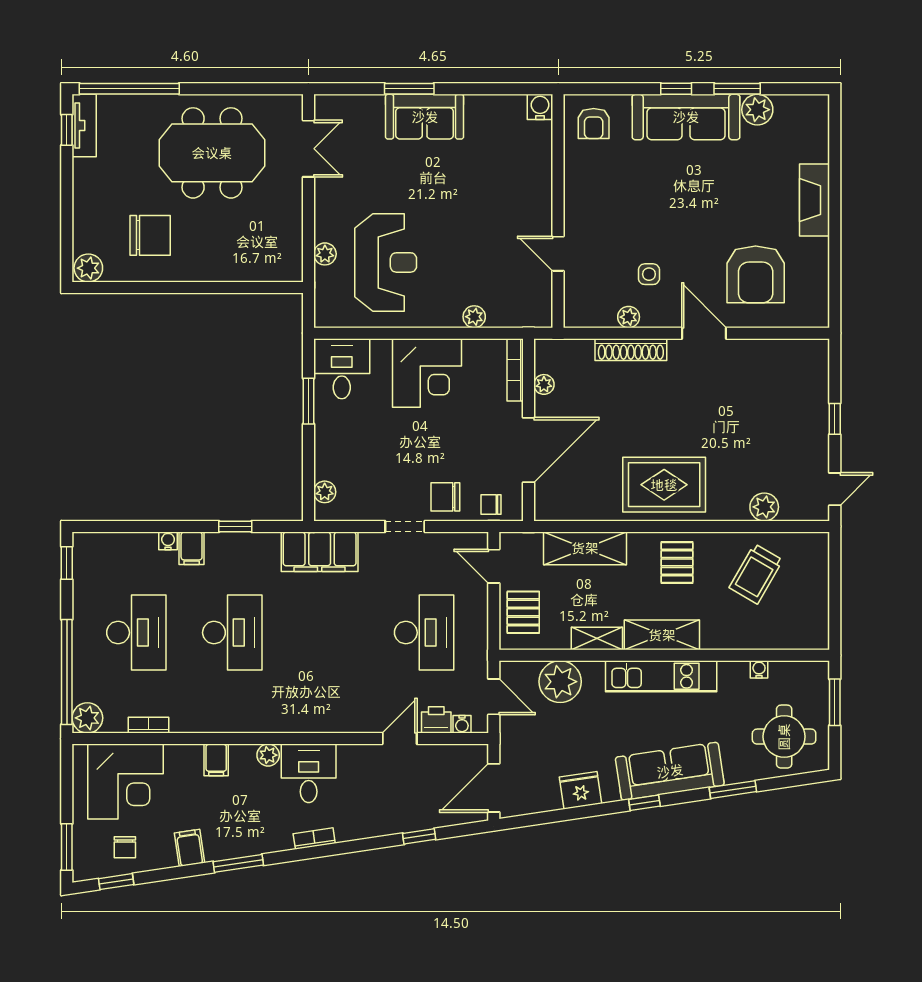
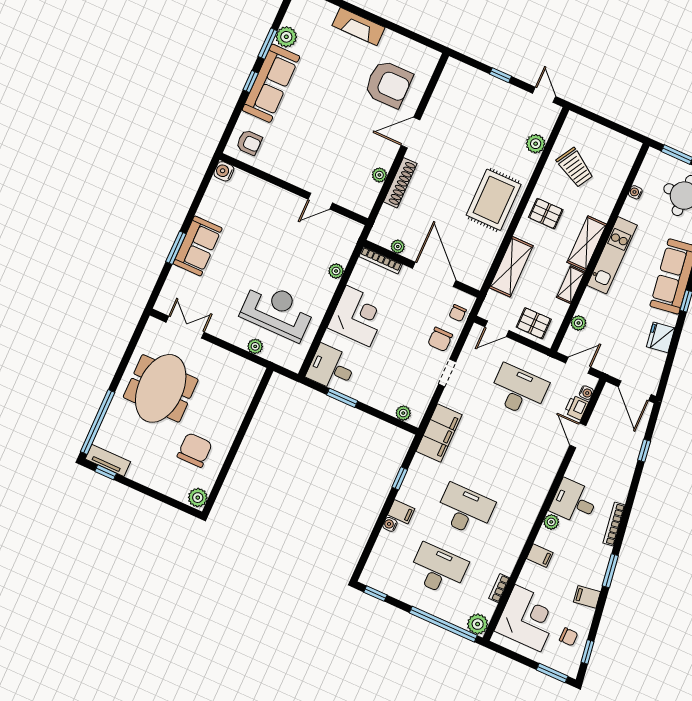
side table: (649, 274) -> (358, 150), removed
plant: (560, 682) -> (578, 323), width x0.53, depth x0.53
bookcase: (314, 838) -> (614, 524), width x1.56

